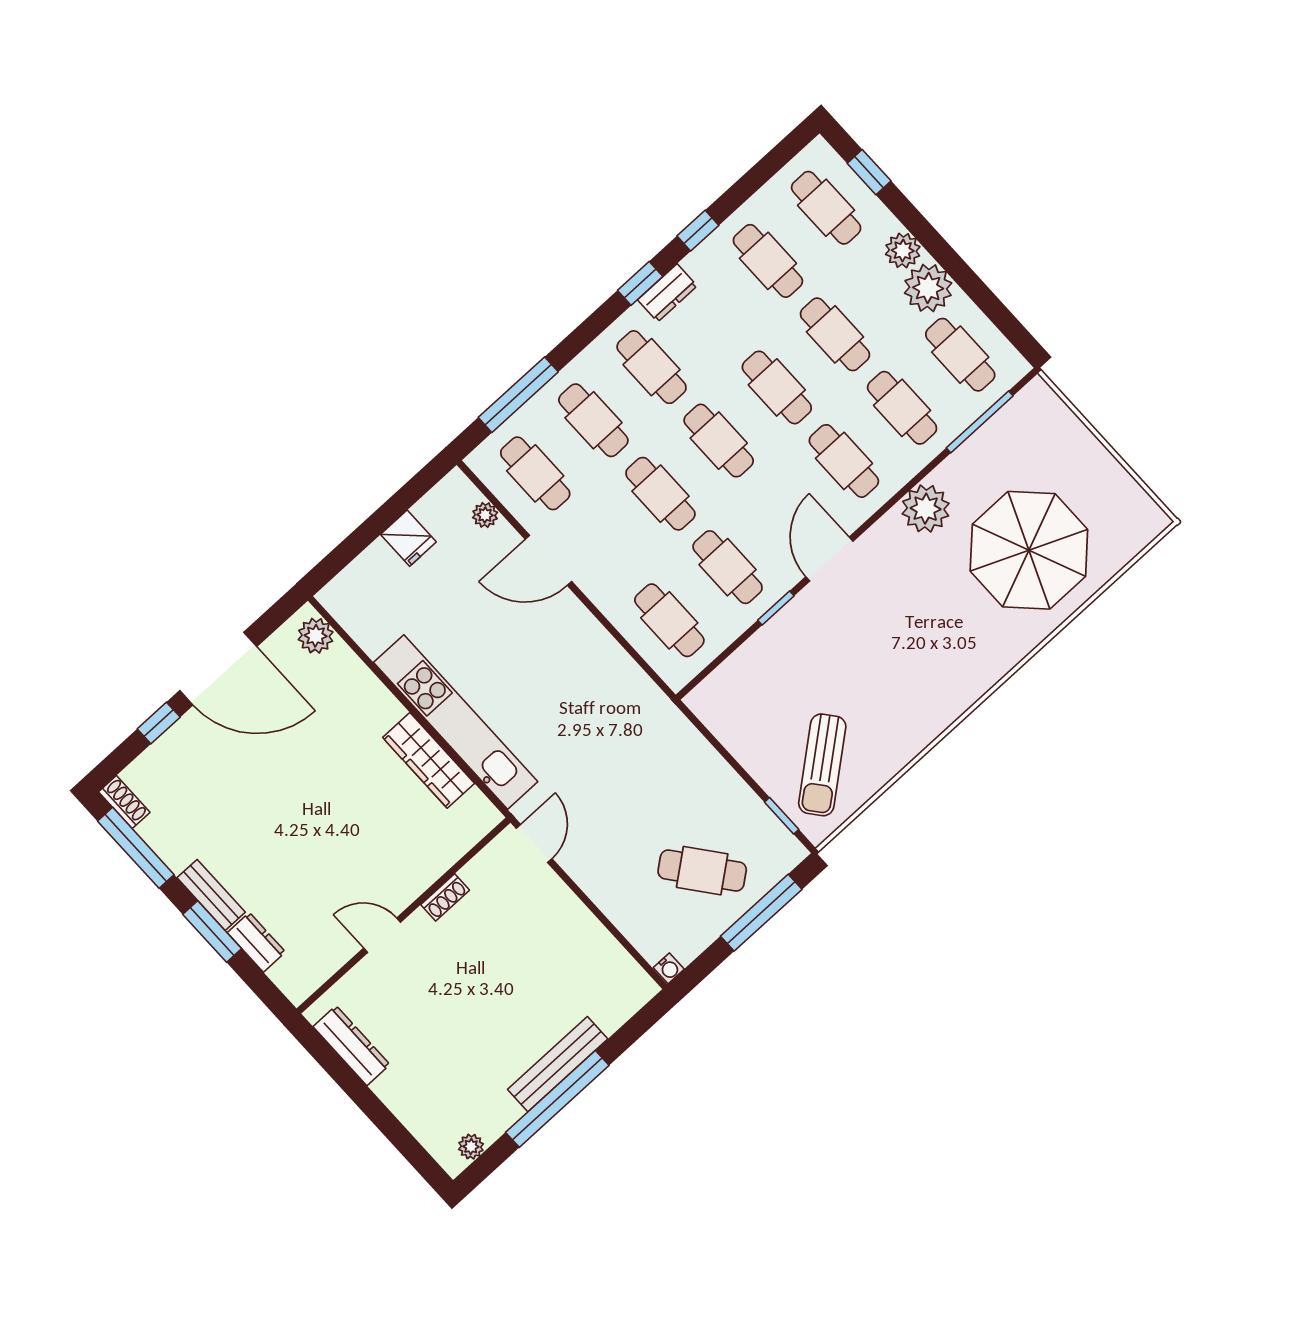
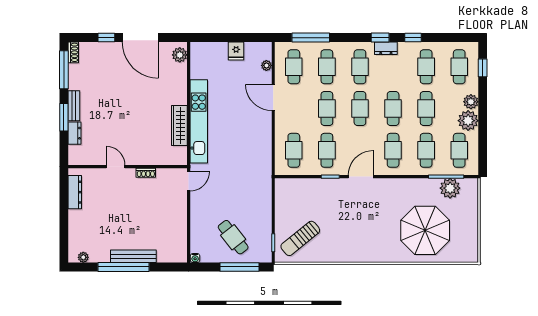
plant: (926, 509) -> (450, 188), moved

